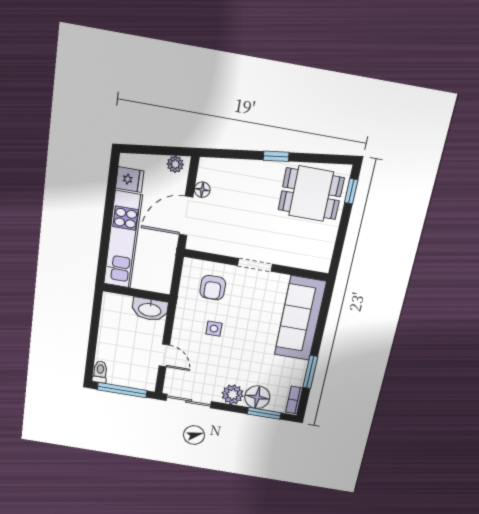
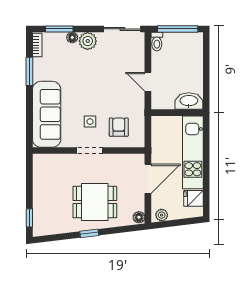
floor lamp: (202, 190) -> (139, 217), moved
dining table: (311, 194) -> (95, 202), moved
washbasin: (150, 309) -> (189, 101), moved
side table: (214, 329) -> (90, 122), moved
door: (164, 355) -> (148, 82), moved
toilet: (100, 372) -> (157, 41), moved
floor lamp: (257, 397) -> (72, 37), width x0.53, depth x0.53

